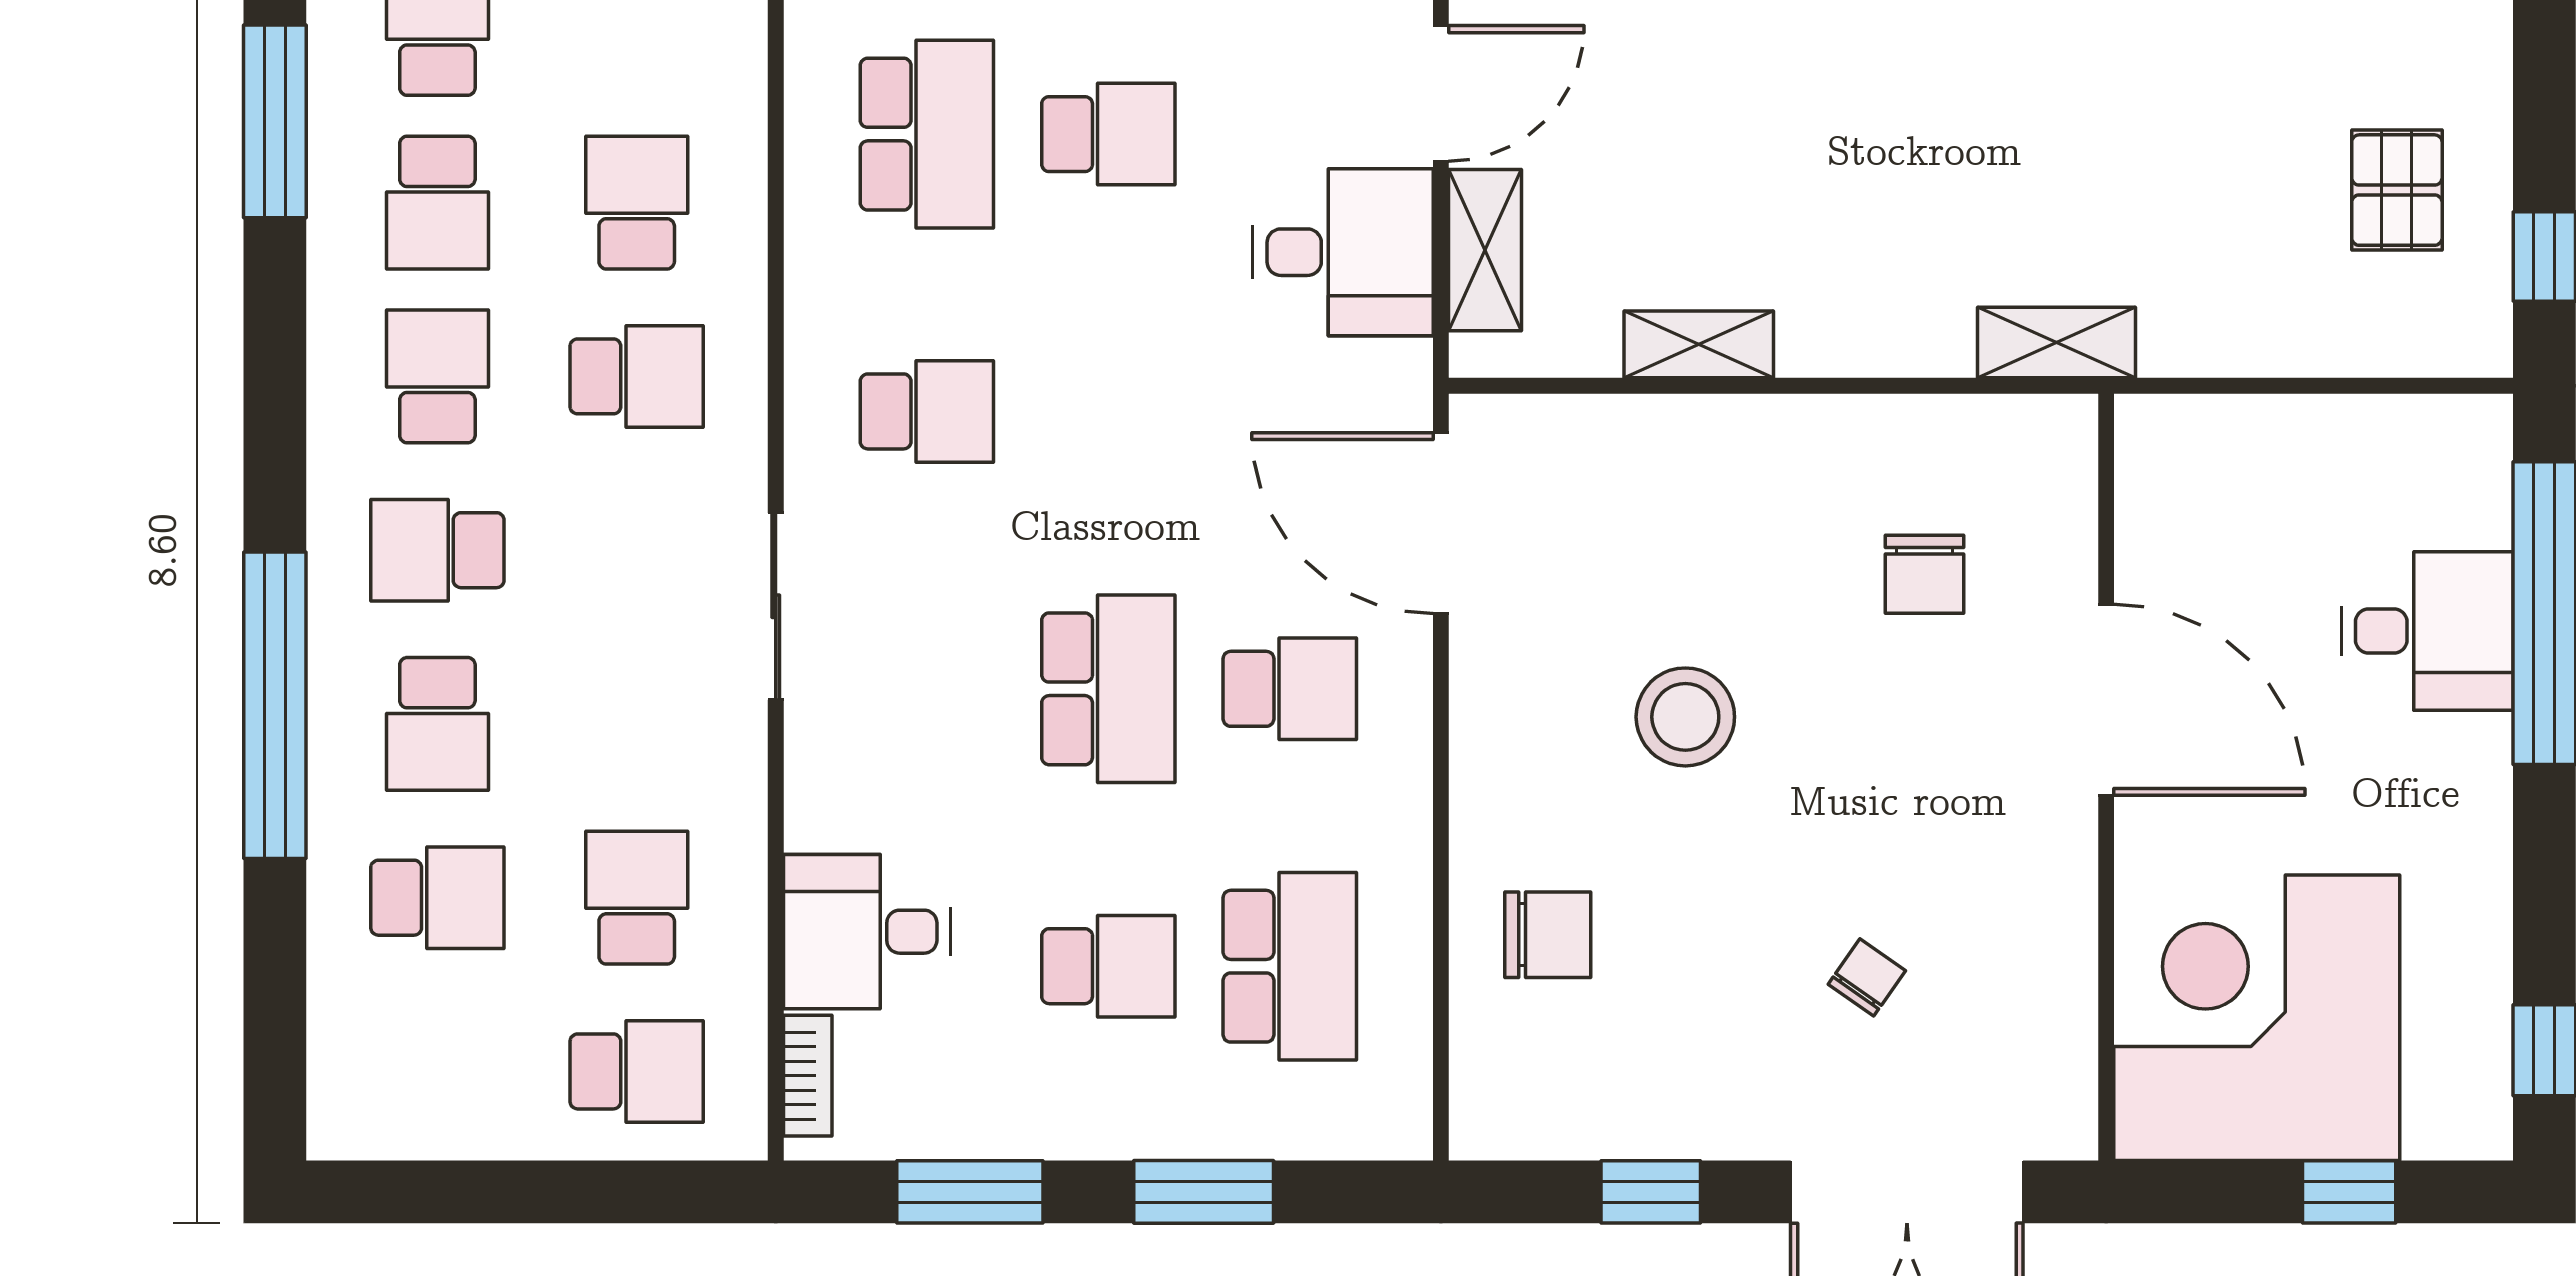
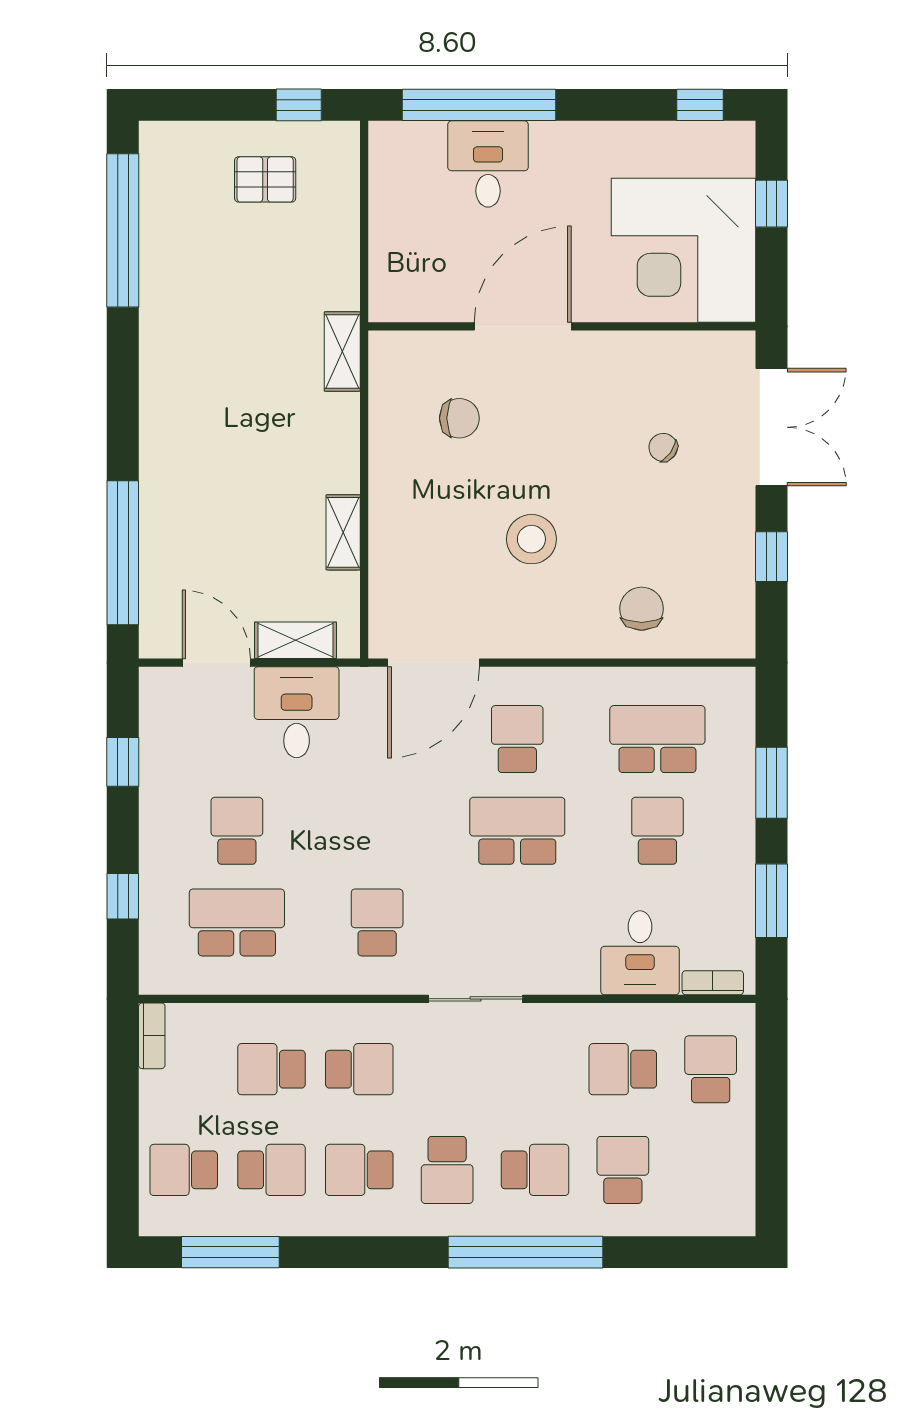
school desk: (637, 376) -> (359, 1069), turned 90

